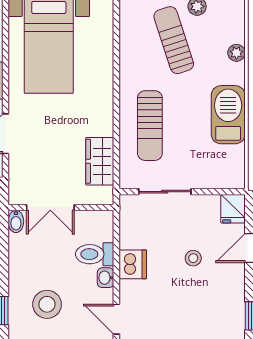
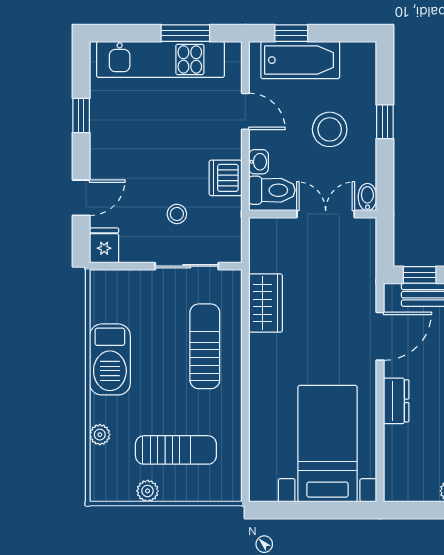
sun lounger: (174, 40) -> (176, 450), turned -72
double door: (50, 207) -> (326, 214), moved
wall: (61, 207) -> (313, 214), moved
bidet: (16, 221) -> (367, 197), moved
stool: (193, 258) -> (177, 214), moved

